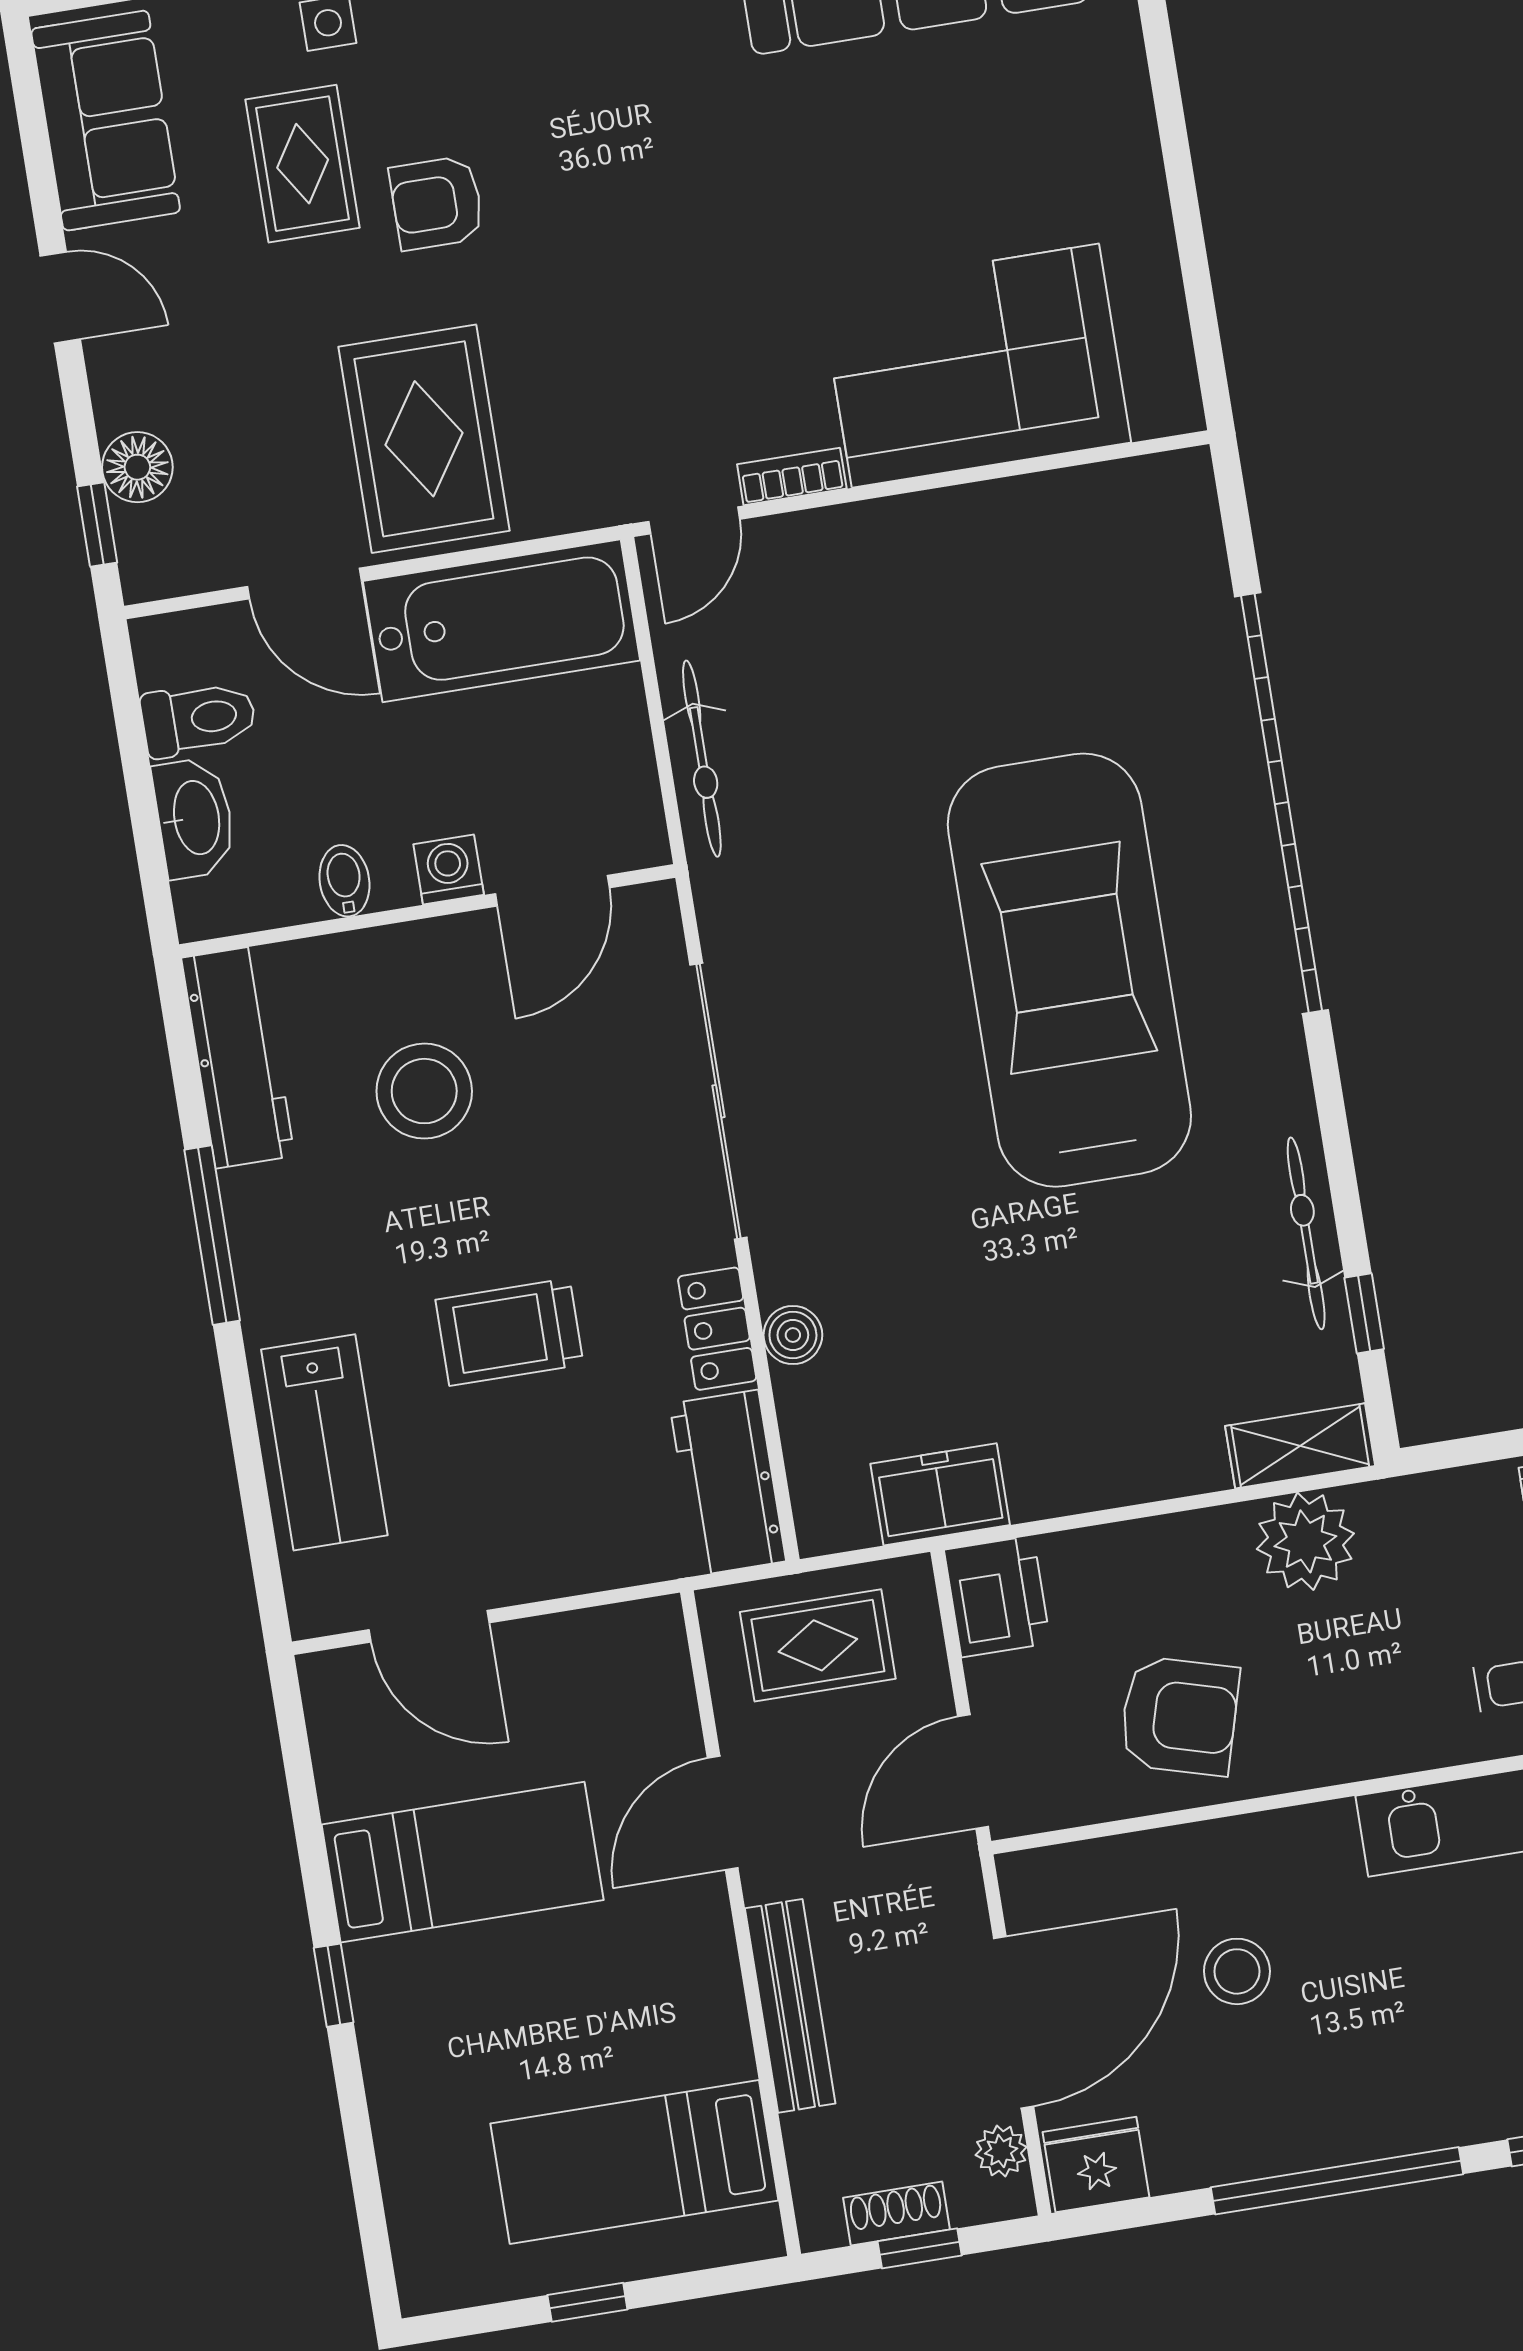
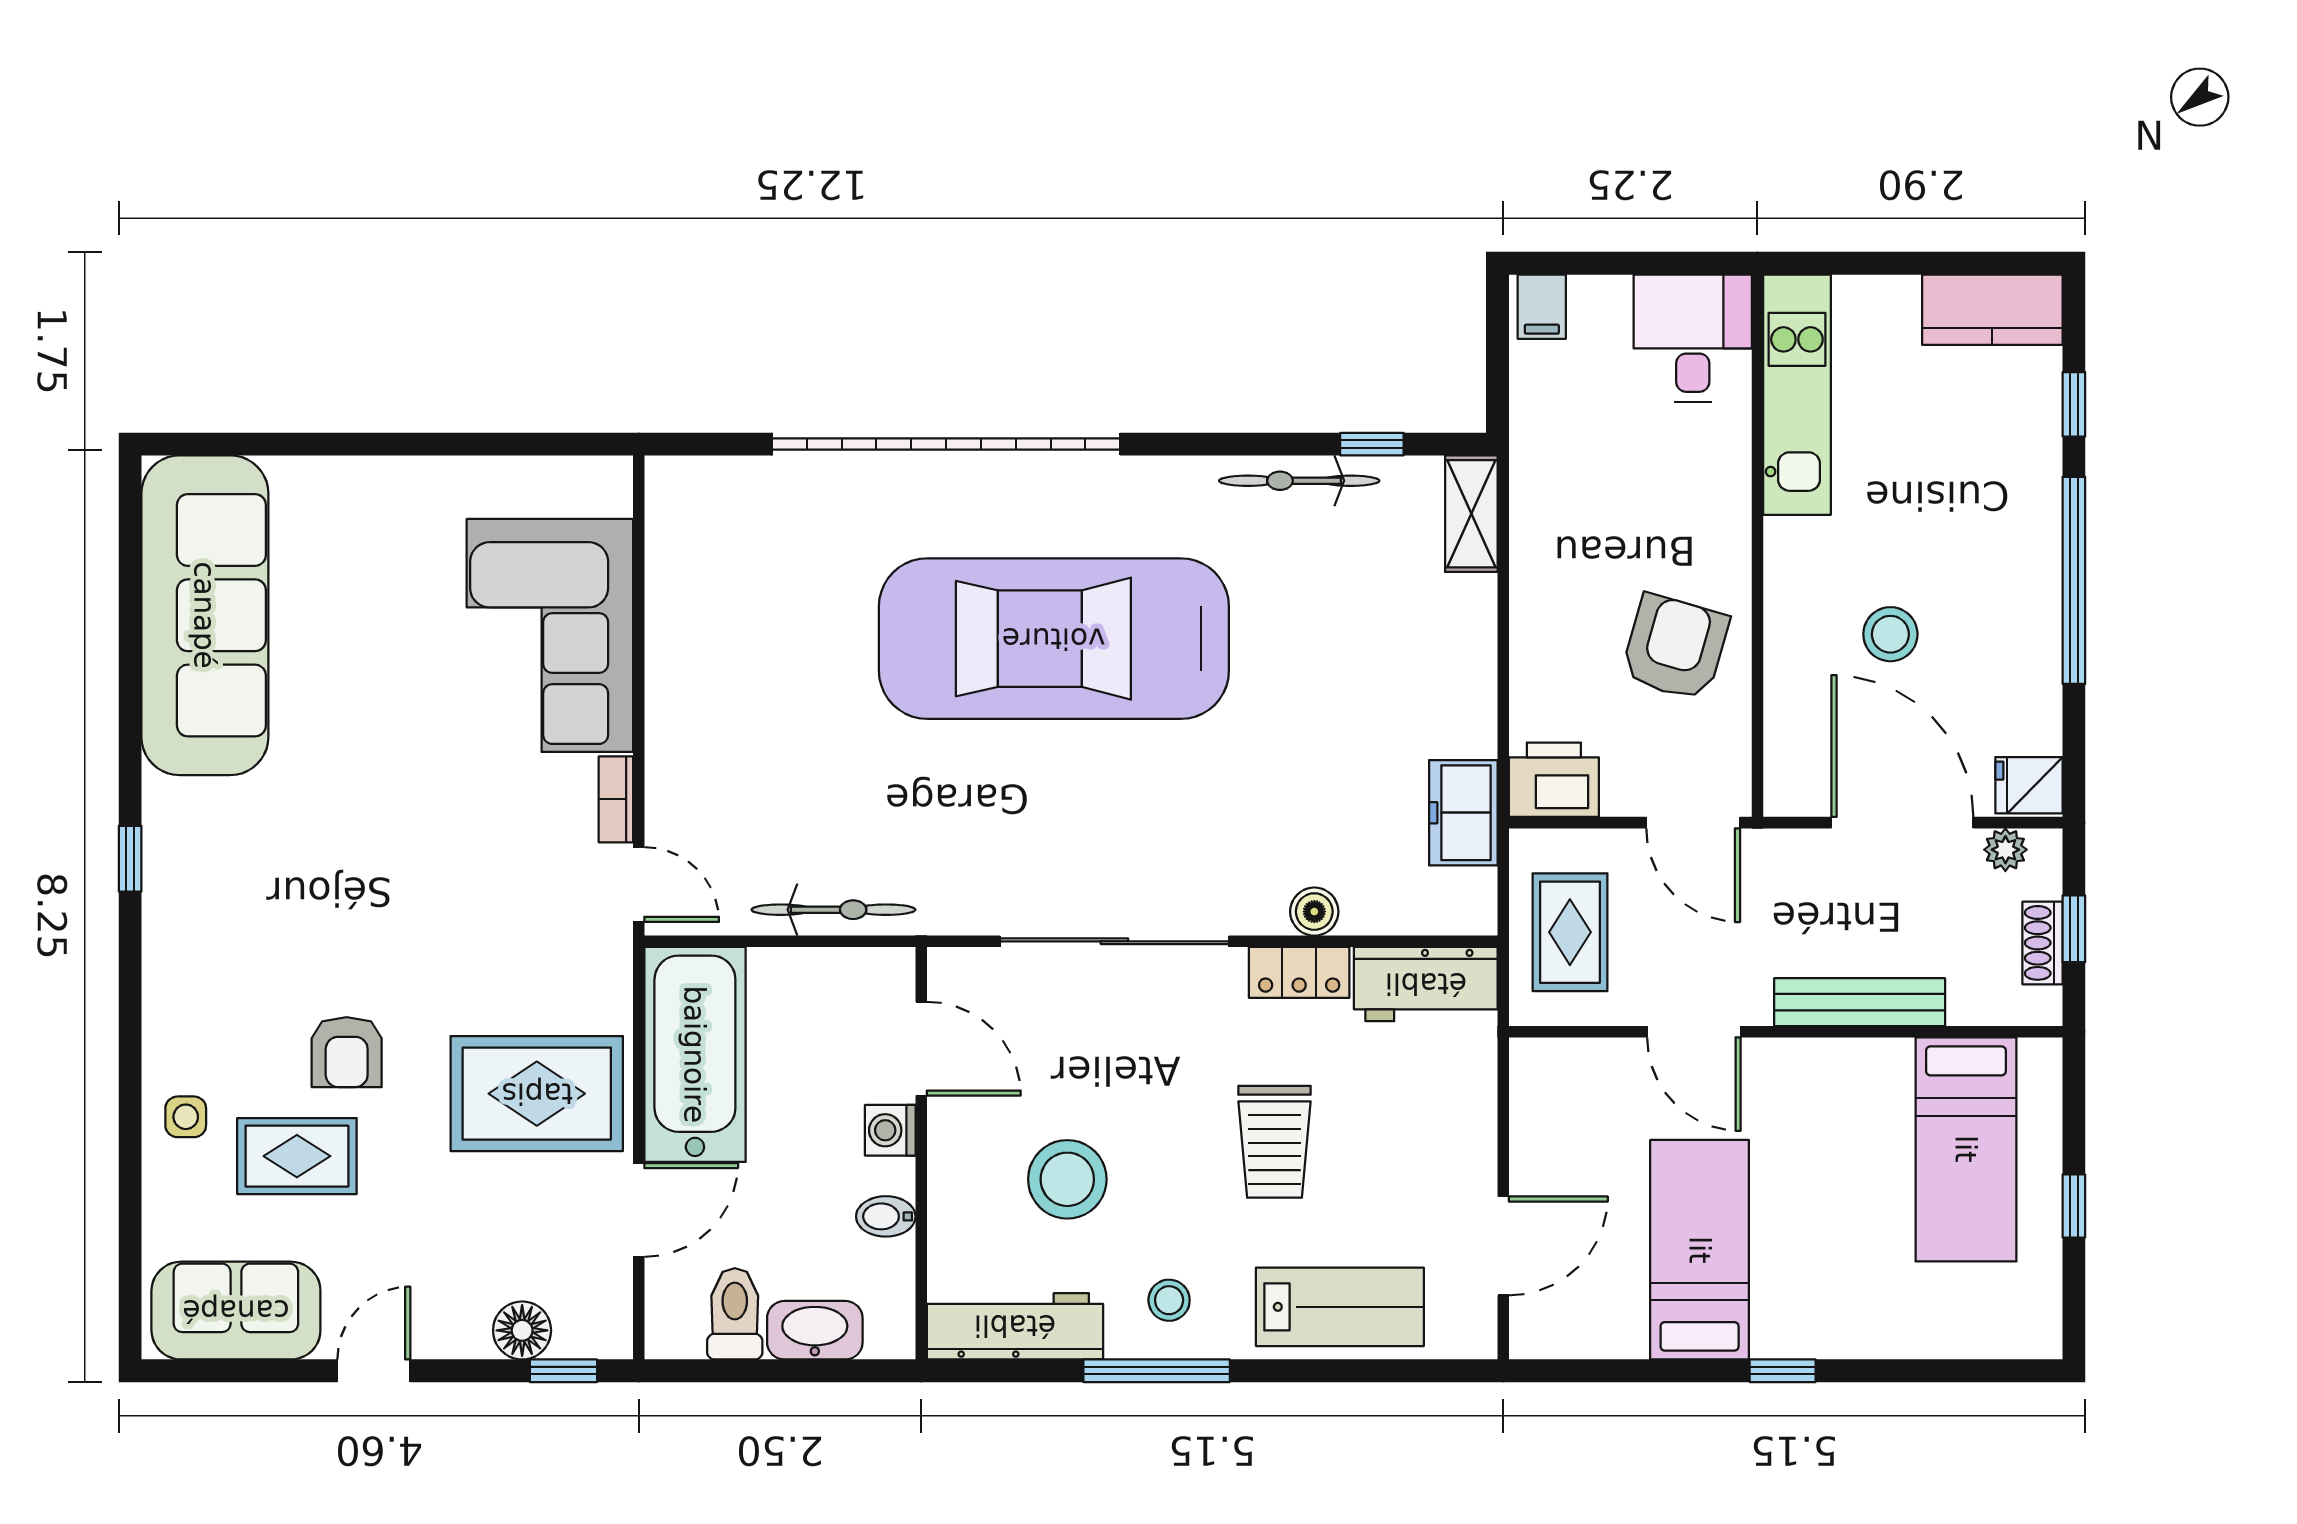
stool: (299, 1236) -> (1169, 1300), added
plant: (1305, 1541) -> (1550, 522), removed
fridge: (1096, 2165) -> (2029, 785), width x0.72

